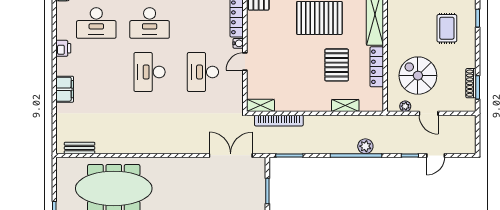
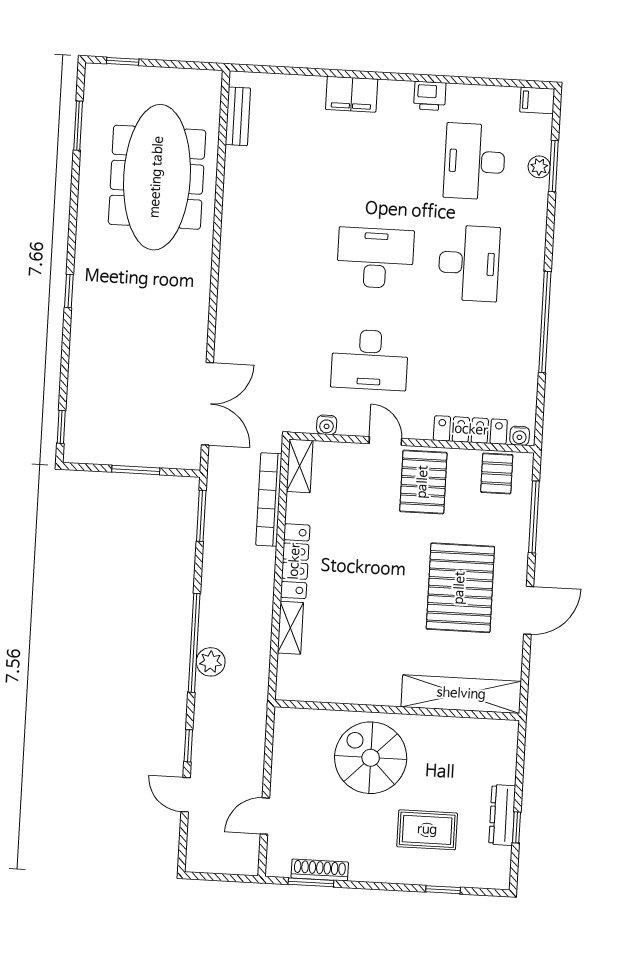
desk: (150, 23) -> (469, 263), turned 180
water cooler: (238, 43) -> (327, 425), moved
pallet: (337, 65) -> (423, 482), moved, turned 90
locker: (377, 67) -> (295, 561), moved, turned 90
desk: (203, 72) -> (370, 360), turned 180
spiral stairs: (418, 76) -> (371, 758), moved, turned -90
plant: (405, 106) -> (283, 742), removed
door: (429, 113) -> (265, 816), moved

